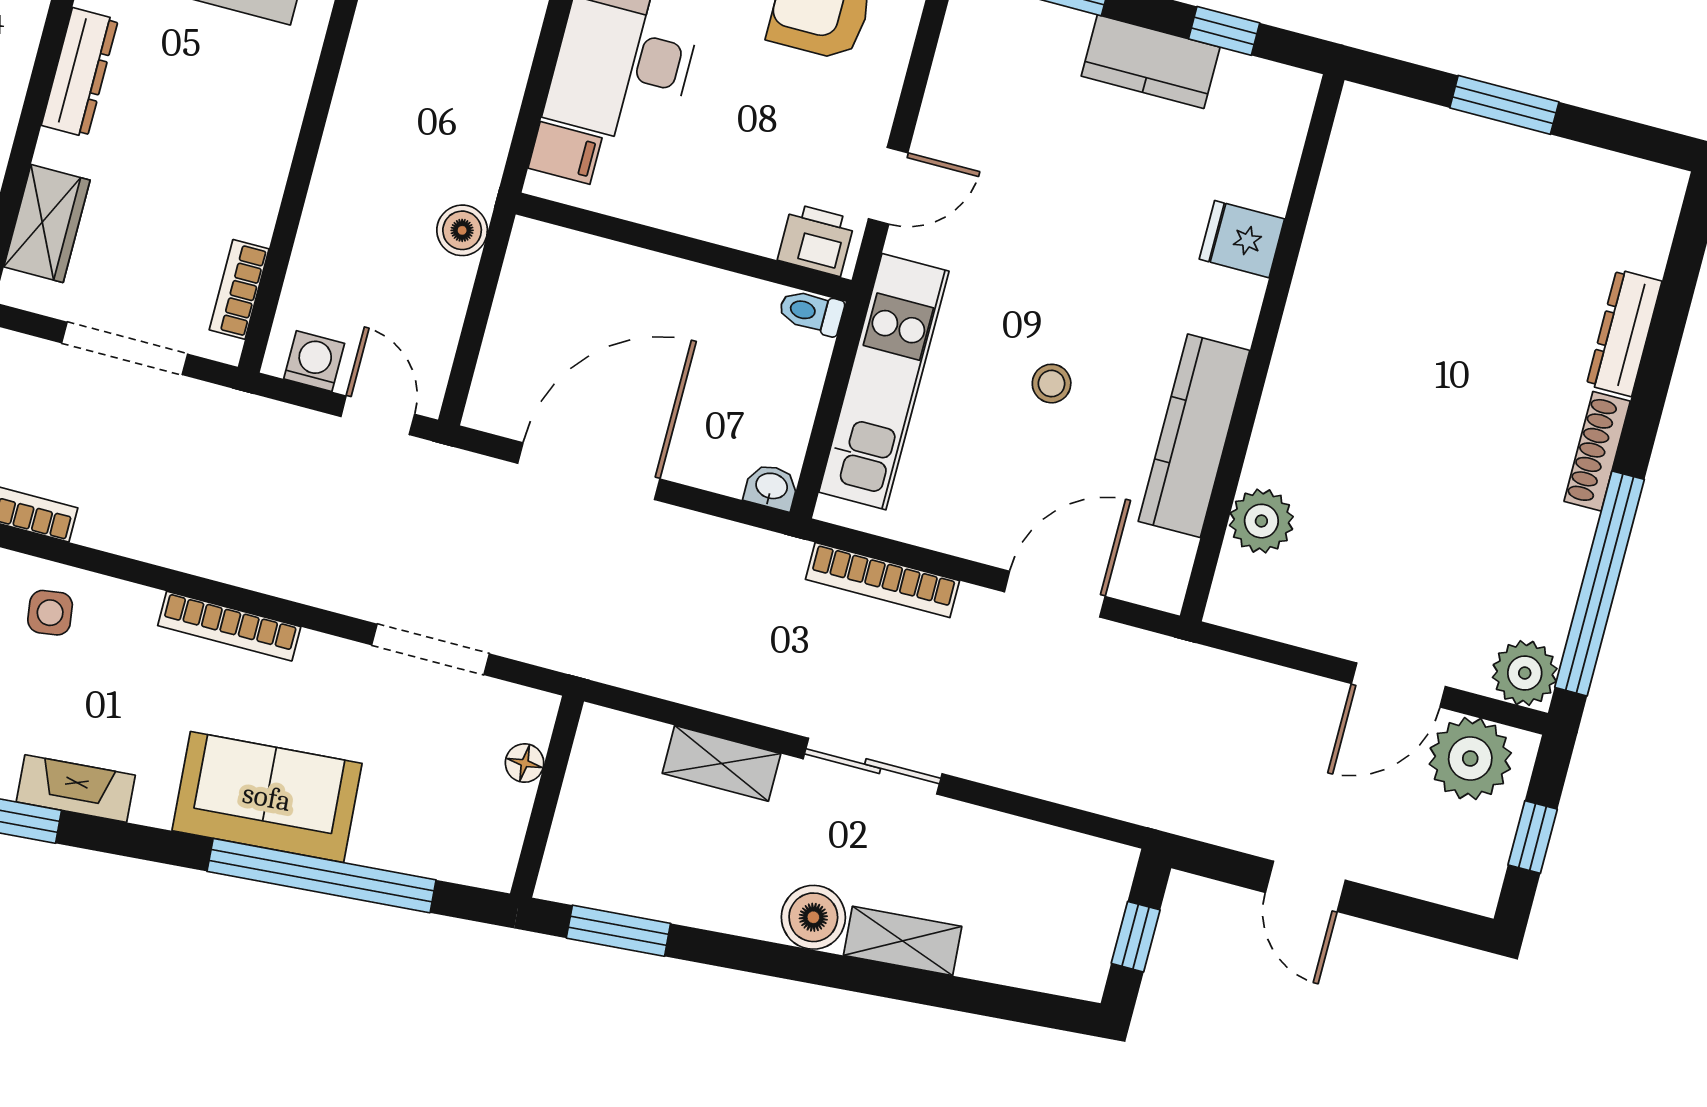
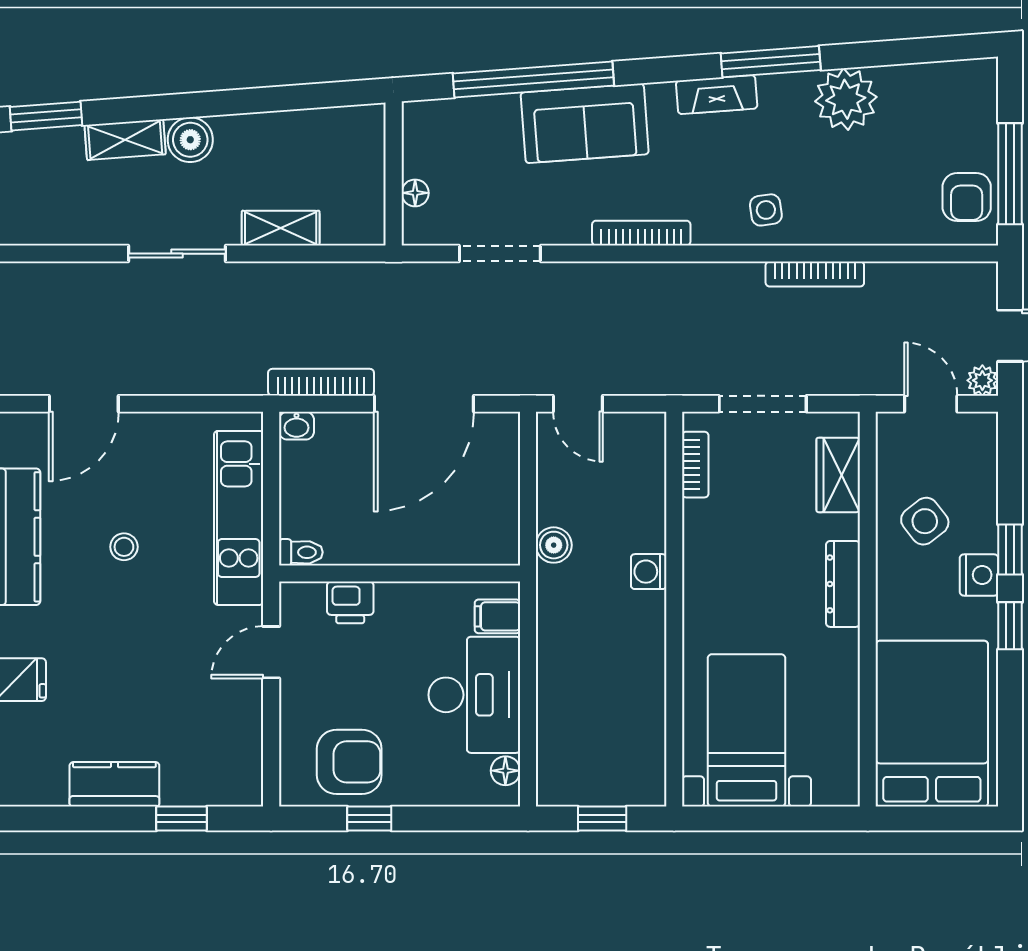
window: (1224, 31) -> (70, 819), removed
printer: (816, 240) -> (350, 602), moved
washing machine: (314, 361) -> (649, 572), moved, turned 90
bookcase: (882, 580) -> (321, 382), moved
window: (618, 931) -> (46, 116), moved

